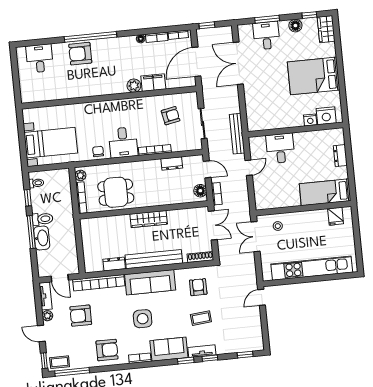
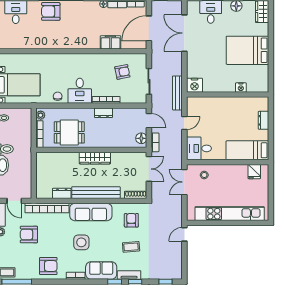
plant: (134, 86) -> (94, 43), removed
nightstand: (326, 116) -> (194, 85), moved
desk: (280, 148) -> (199, 148), moved, turned -90
dresser: (172, 163) -> (103, 113), moved

